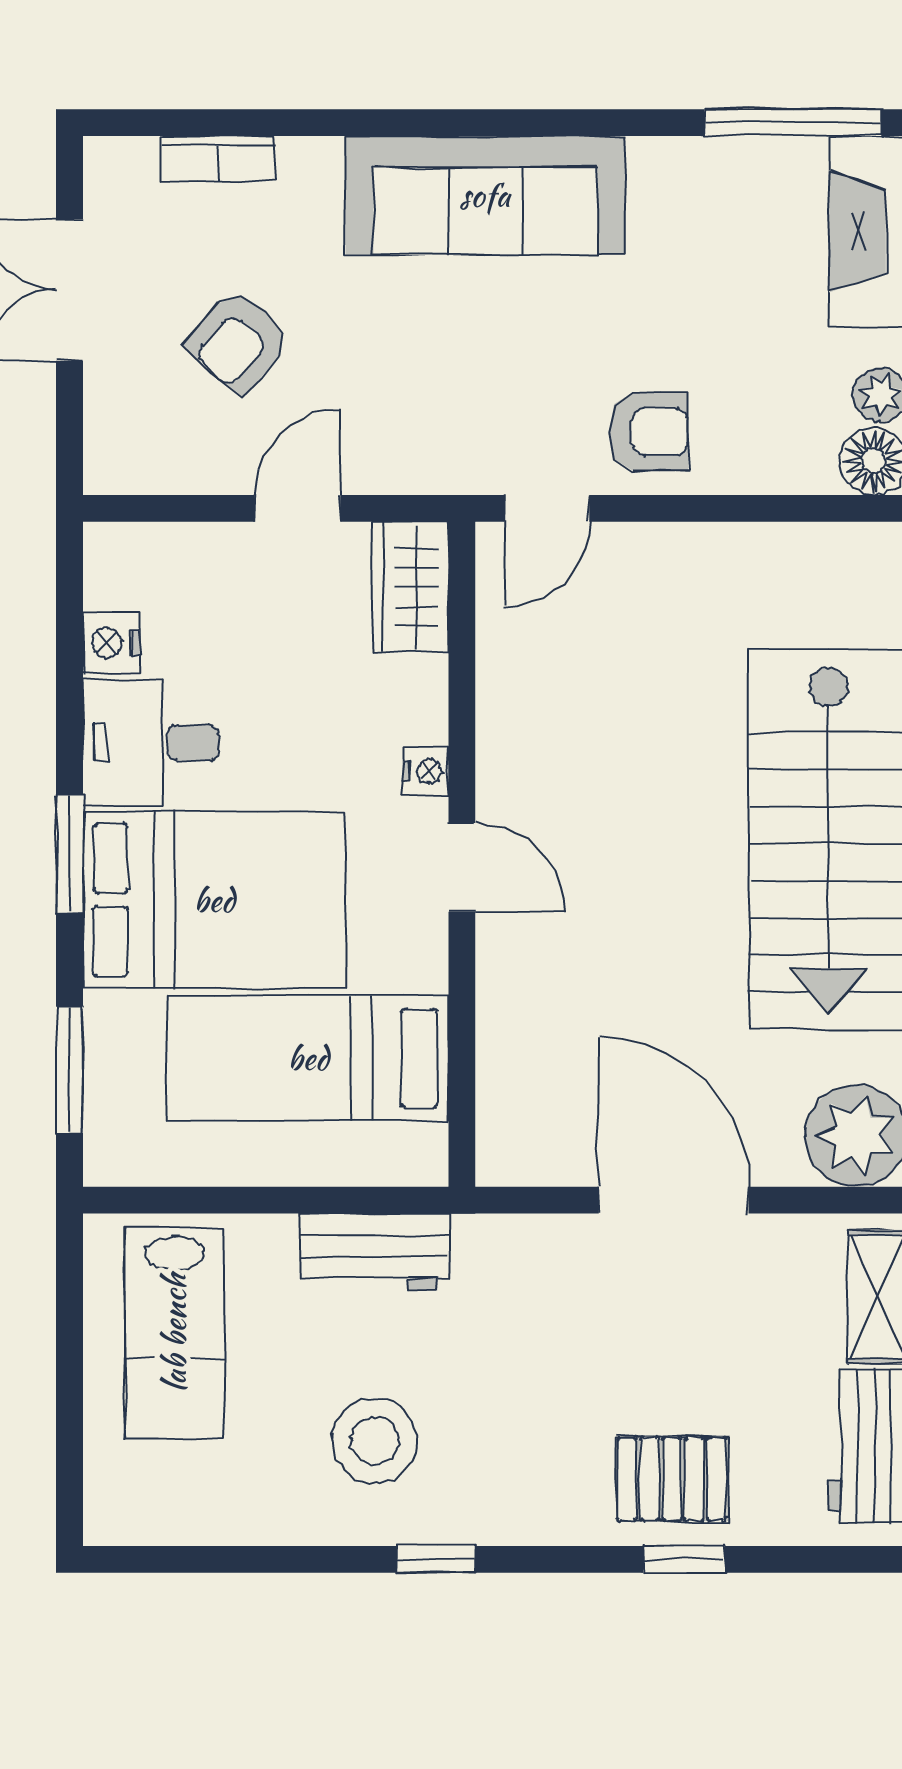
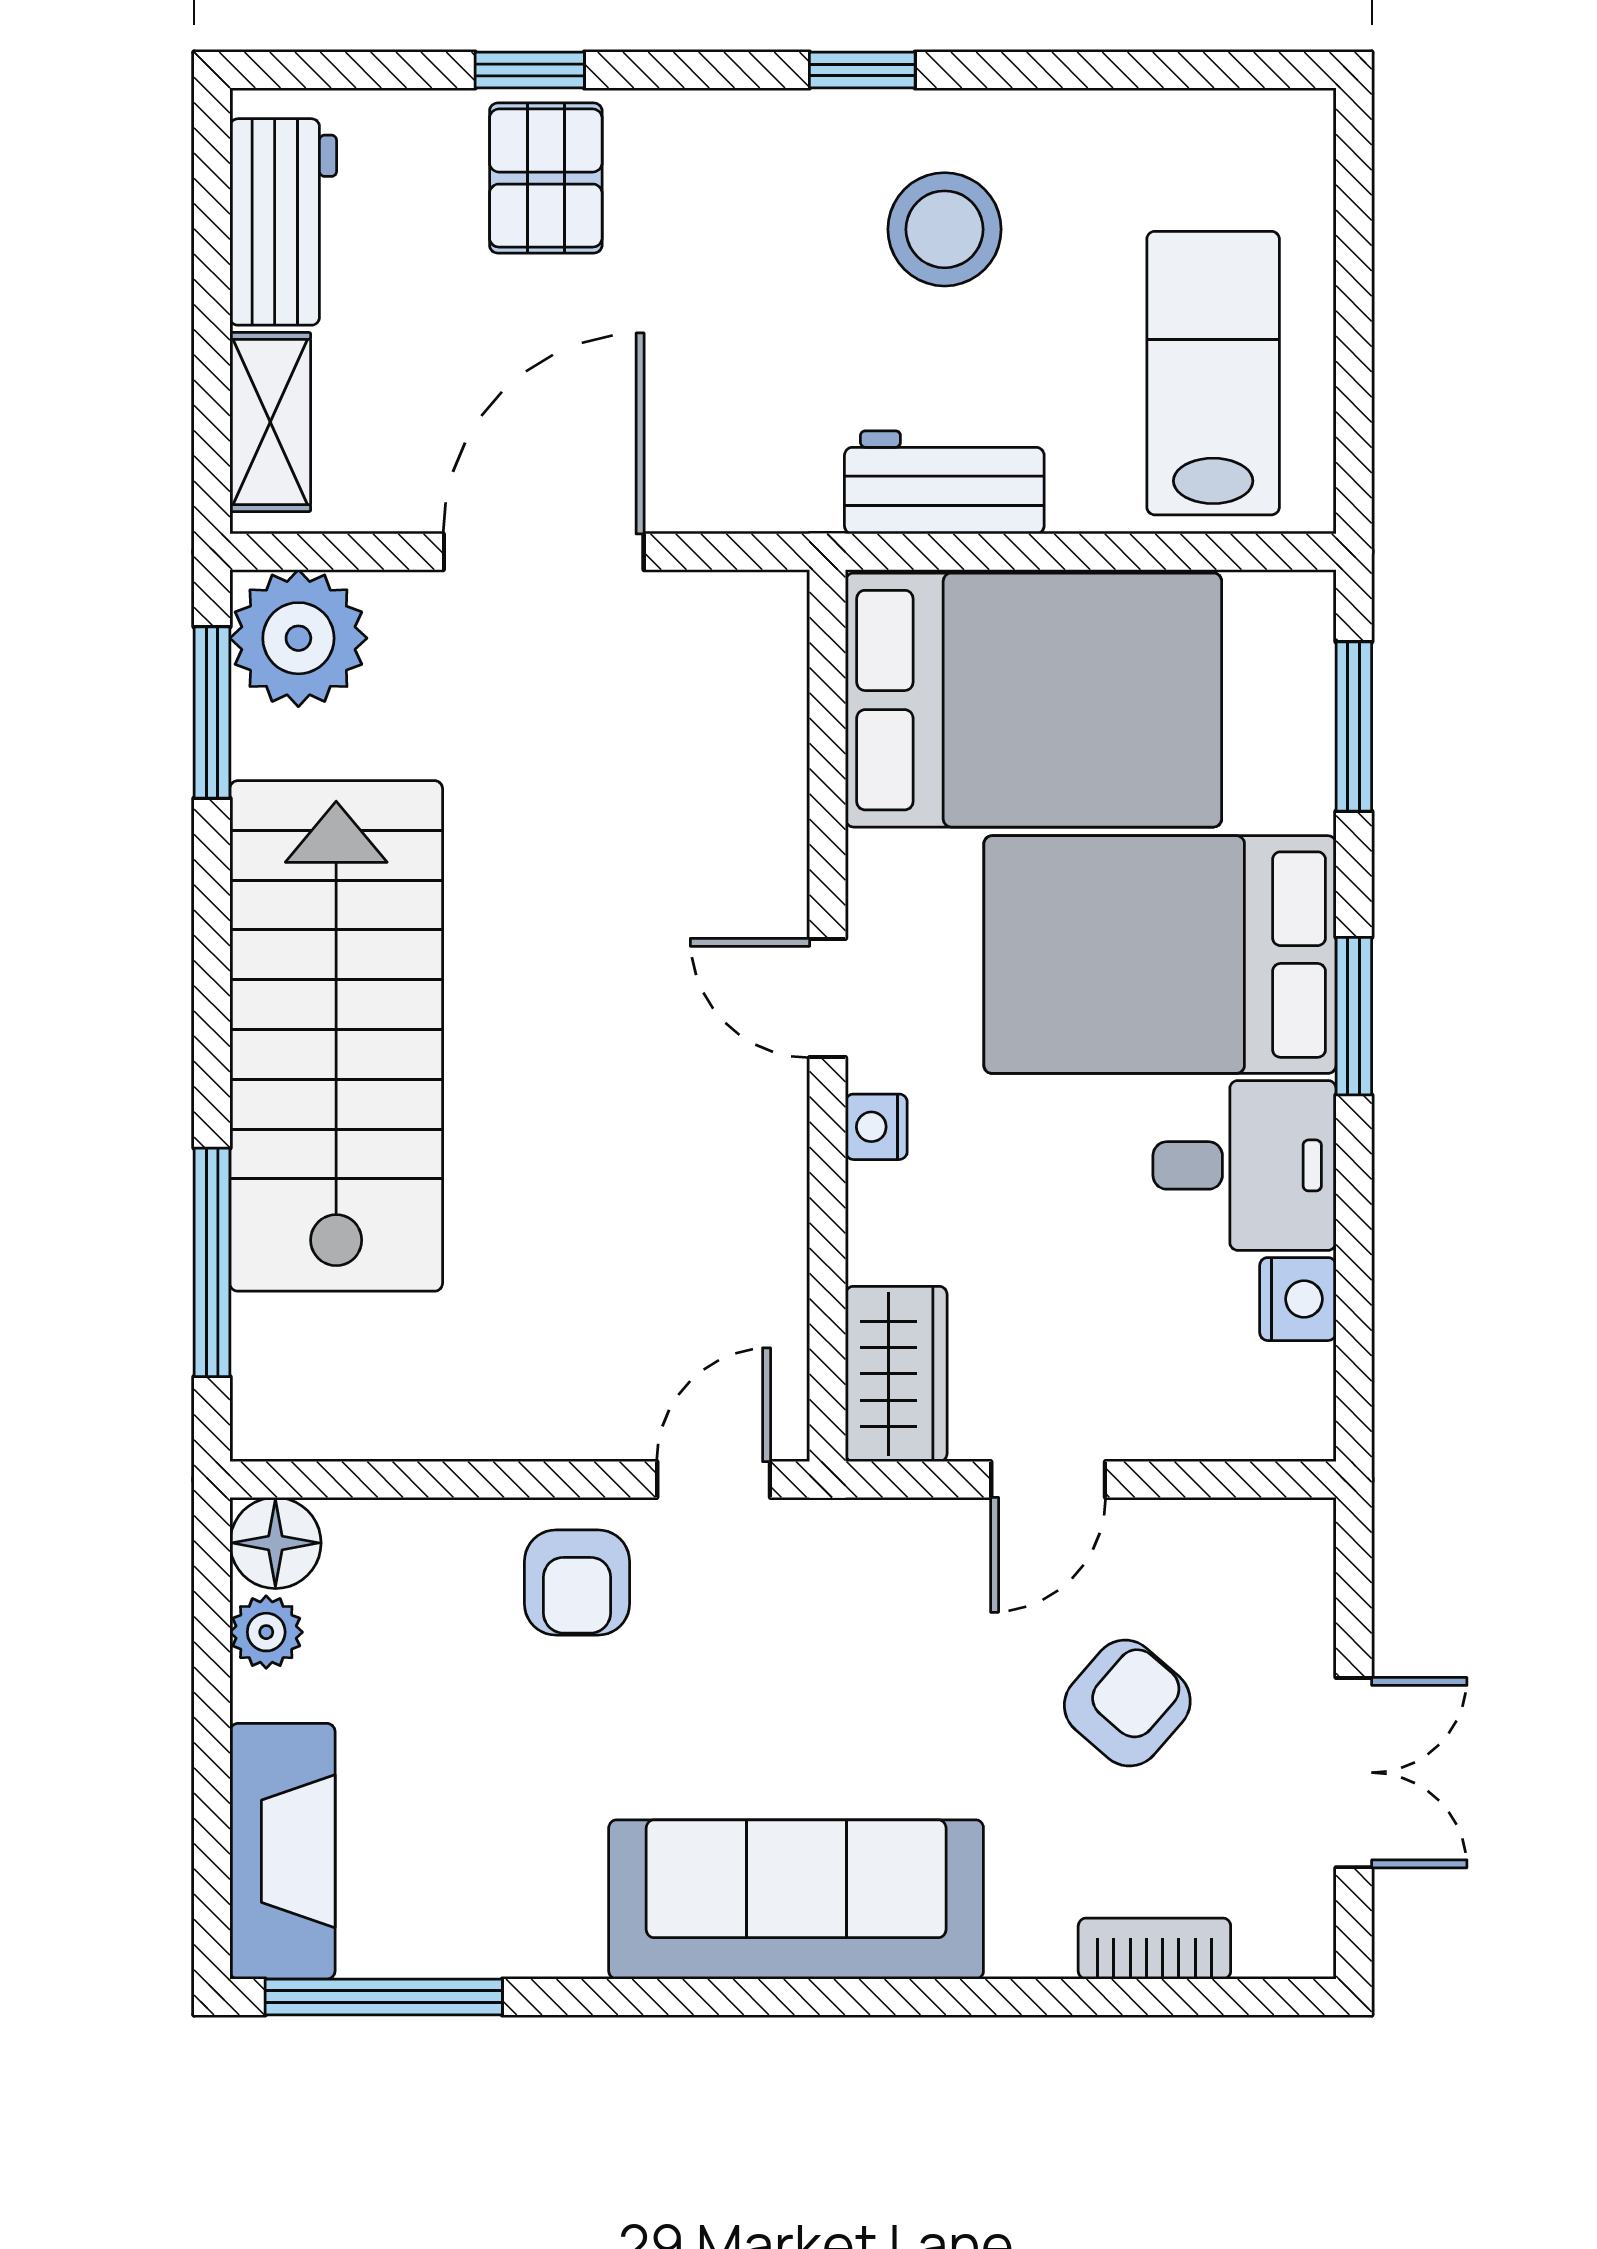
armchair: (649, 432) -> (577, 1583), turned -90
bed: (308, 1058) -> (1033, 700), width x1.50
door: (674, 1200) -> (544, 552), swing flipped
pallet: (672, 1479) -> (546, 178), turned 90

